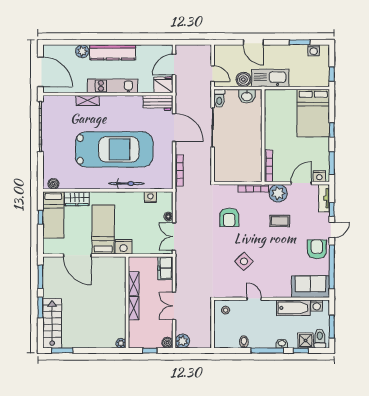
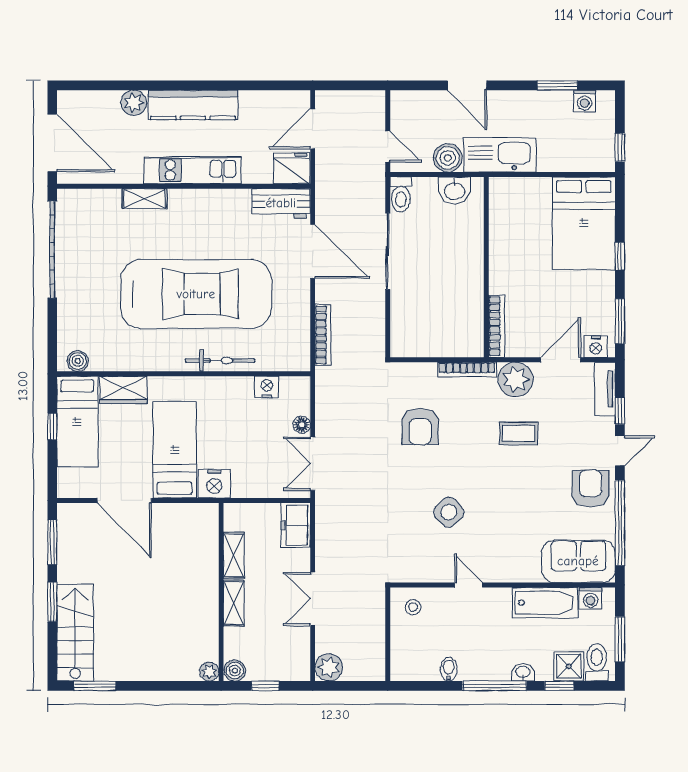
boiler: (167, 343) -> (235, 671), moved

